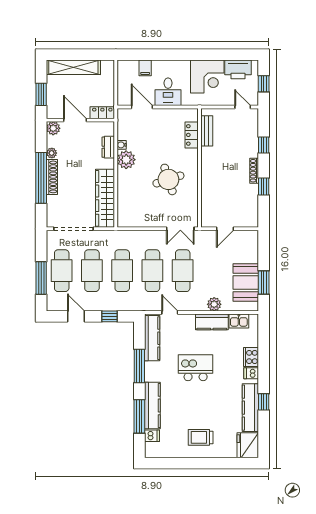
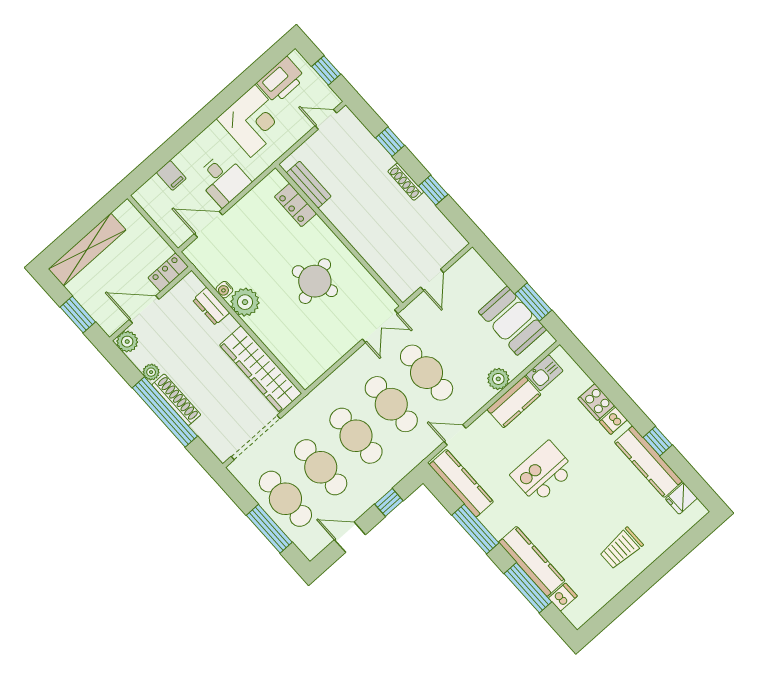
fridge: (248, 445) -> (681, 499), width x0.53, depth x0.75

